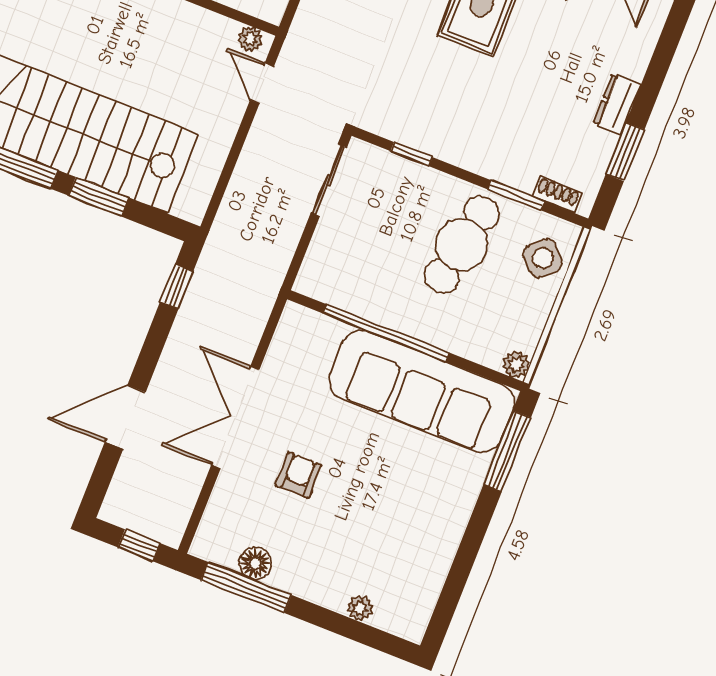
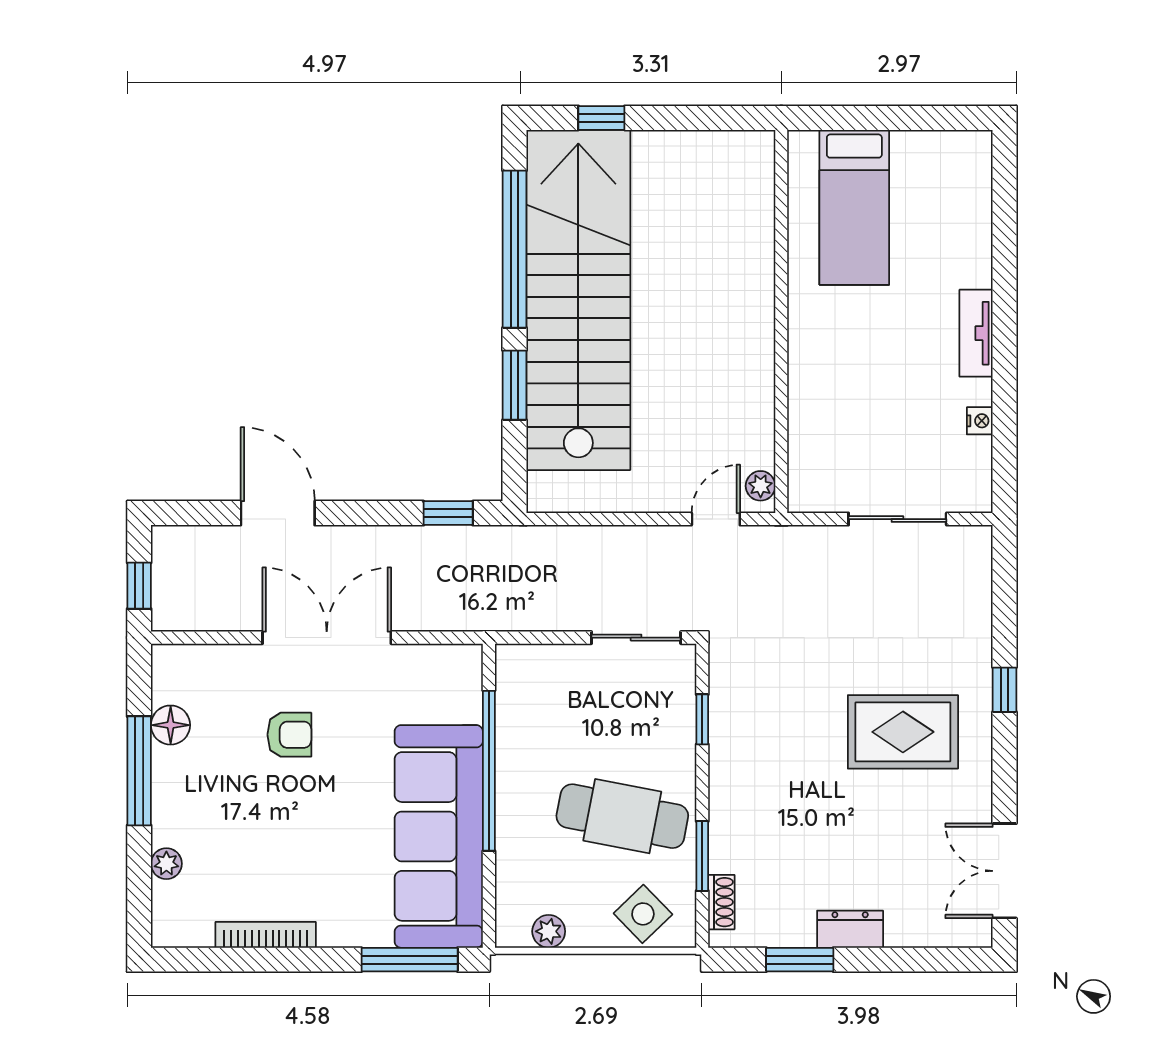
plant: (516, 364) -> (549, 931), moved
bookcase: (445, 554) -> (266, 935), added
window: (246, 587) -> (139, 771), moved

